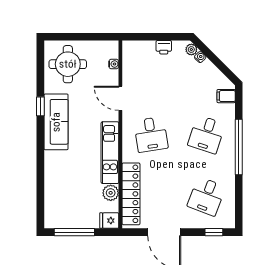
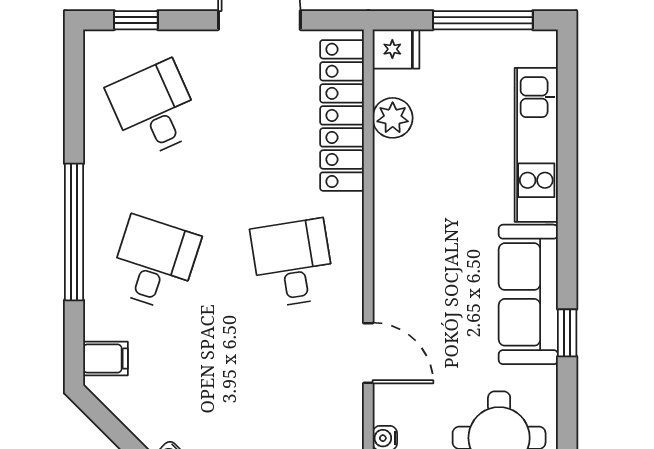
kitchen unit: (110, 153) -> (536, 145), moved, turned 180
desk: (206, 196) -> (154, 109), turned -45

